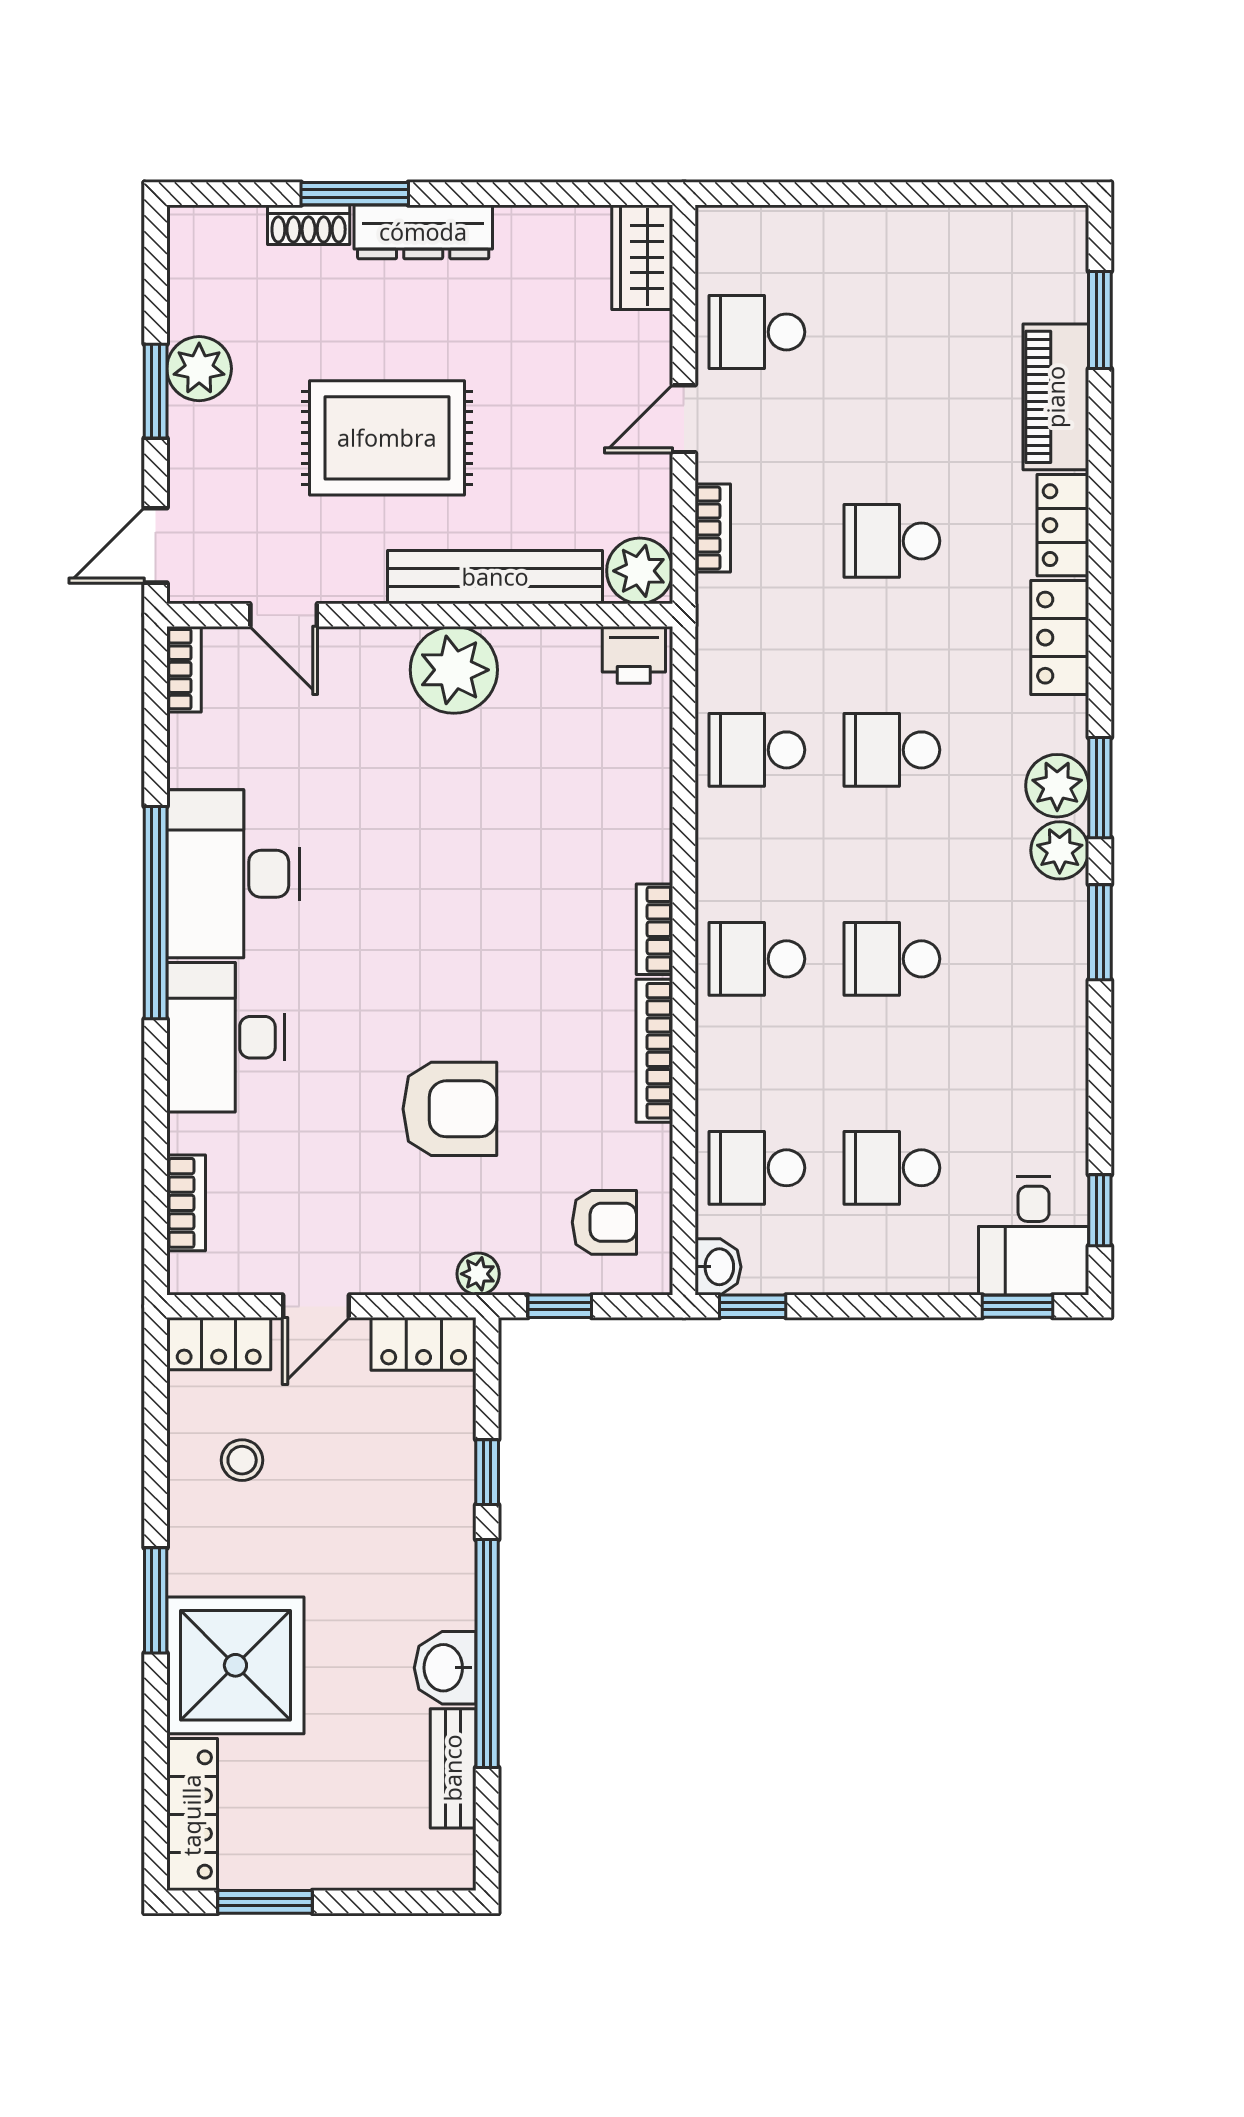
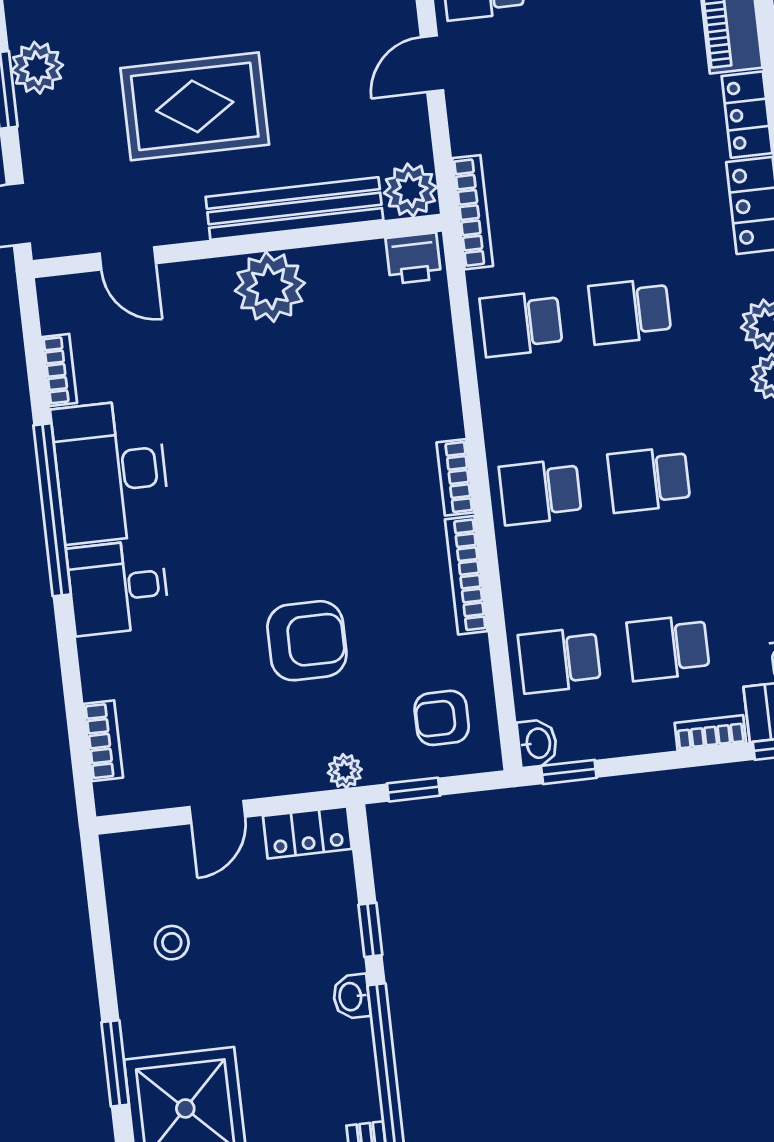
bookcase: (713, 528) -> (473, 212), moved, width x1.56
school desk: (892, 541) -> (611, 143), removed
bookcase: (184, 669) -> (59, 370), moved
desk: (226, 1037) -> (118, 587), width x0.73
armchair: (604, 1222) -> (442, 718), turned 180
bookcase: (932, 1278) -> (710, 733), added
locker: (219, 1344) -> (142, 851), removed
washbasin: (445, 1668) -> (351, 997), moved, width x0.72, depth x0.69

